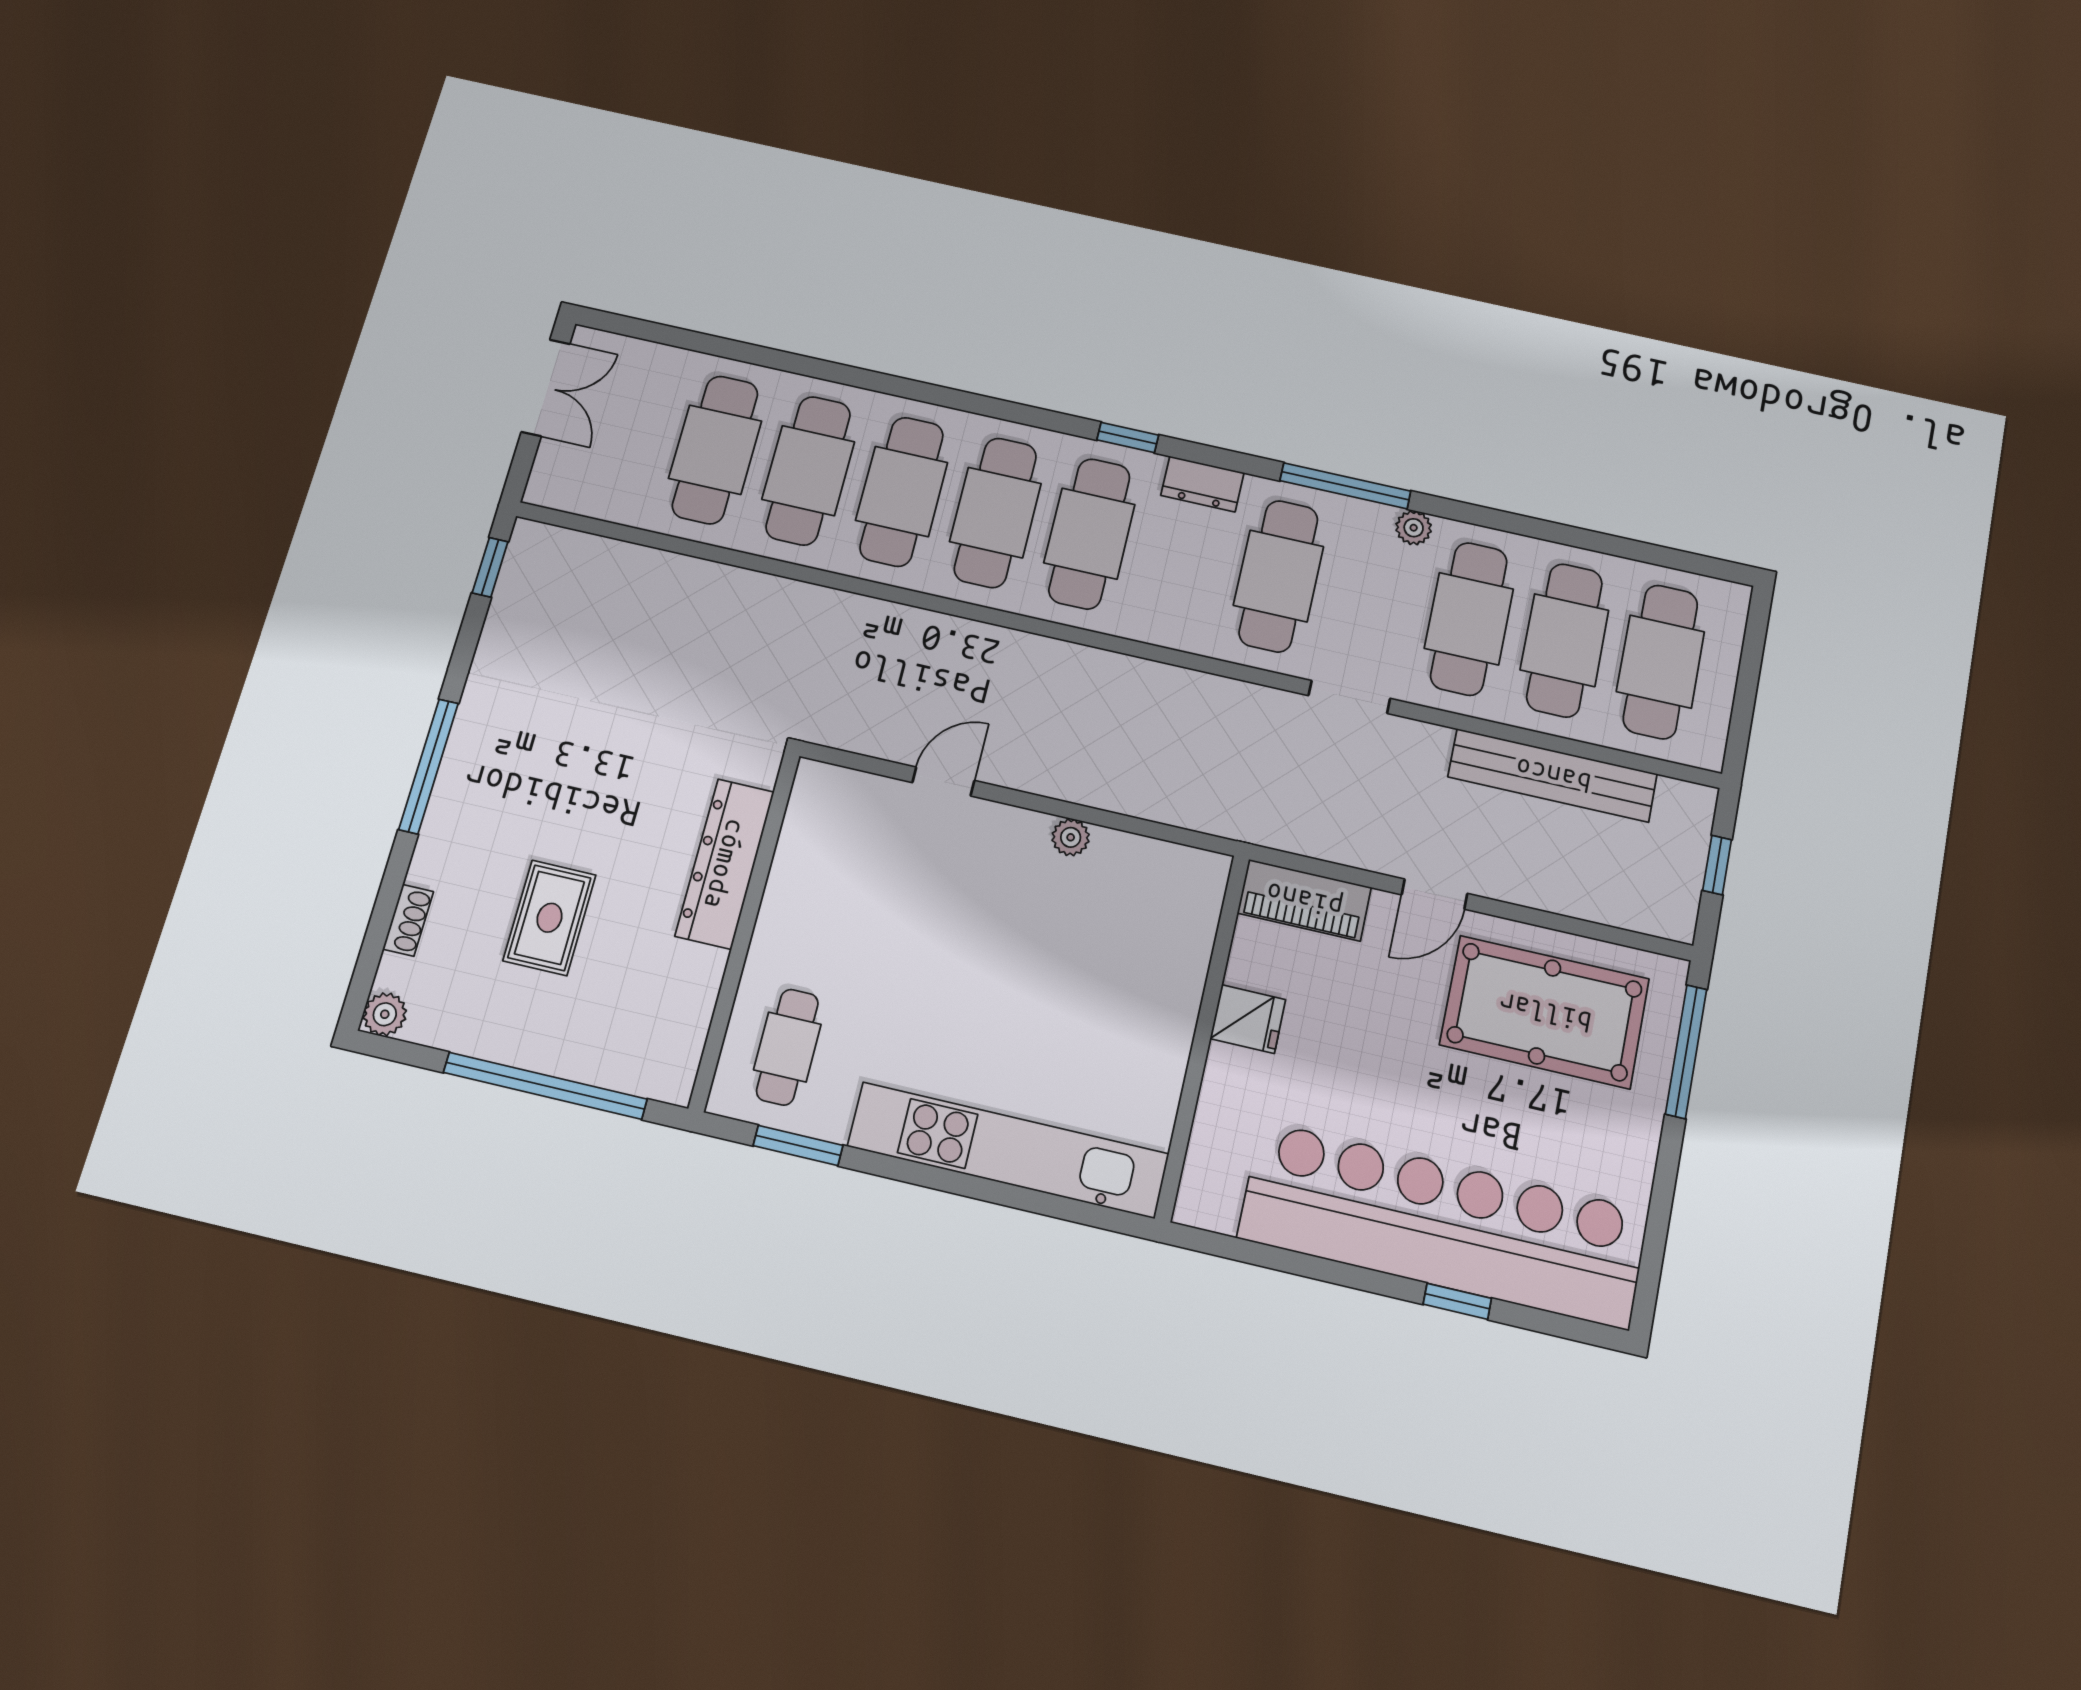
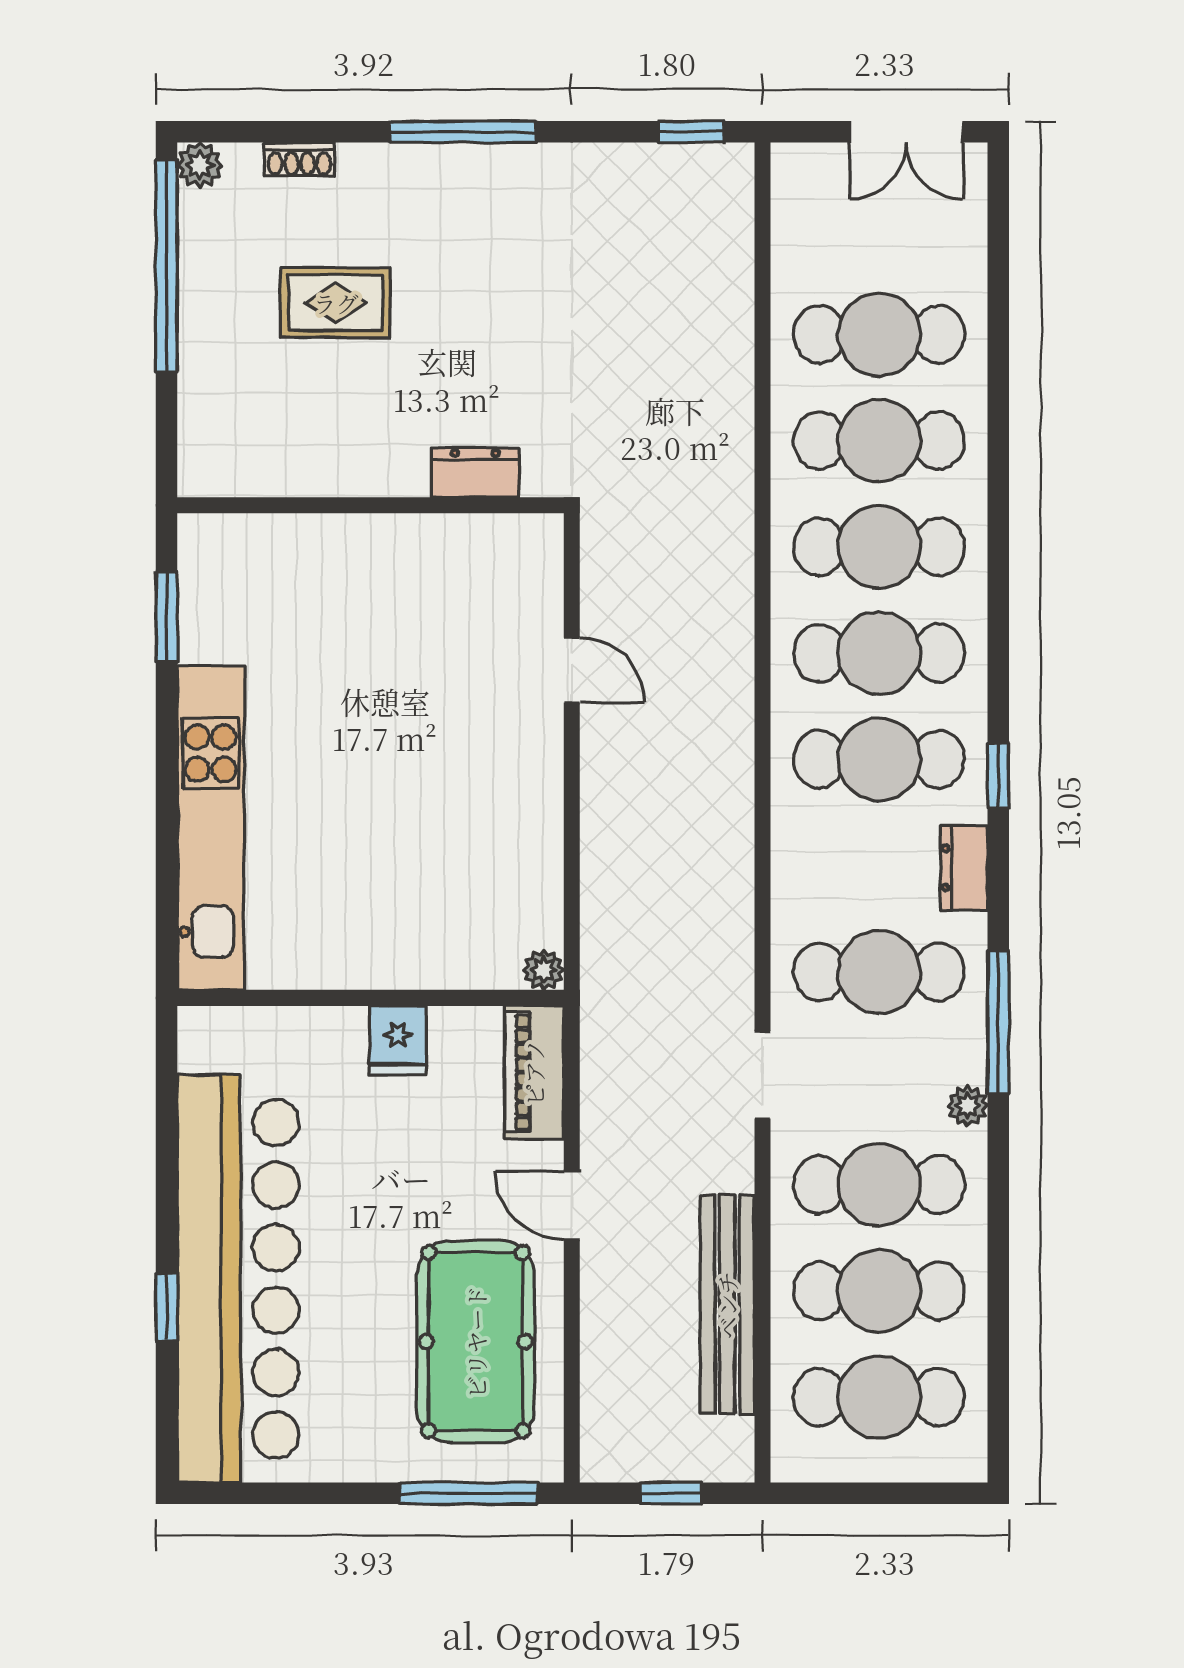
plant: (1071, 837) -> (544, 970), moved
dresser: (725, 864) -> (475, 473), width x0.51, depth x0.80
cafe table: (787, 1047) -> (261, 580), removed
window: (545, 1086) -> (167, 266), moved

